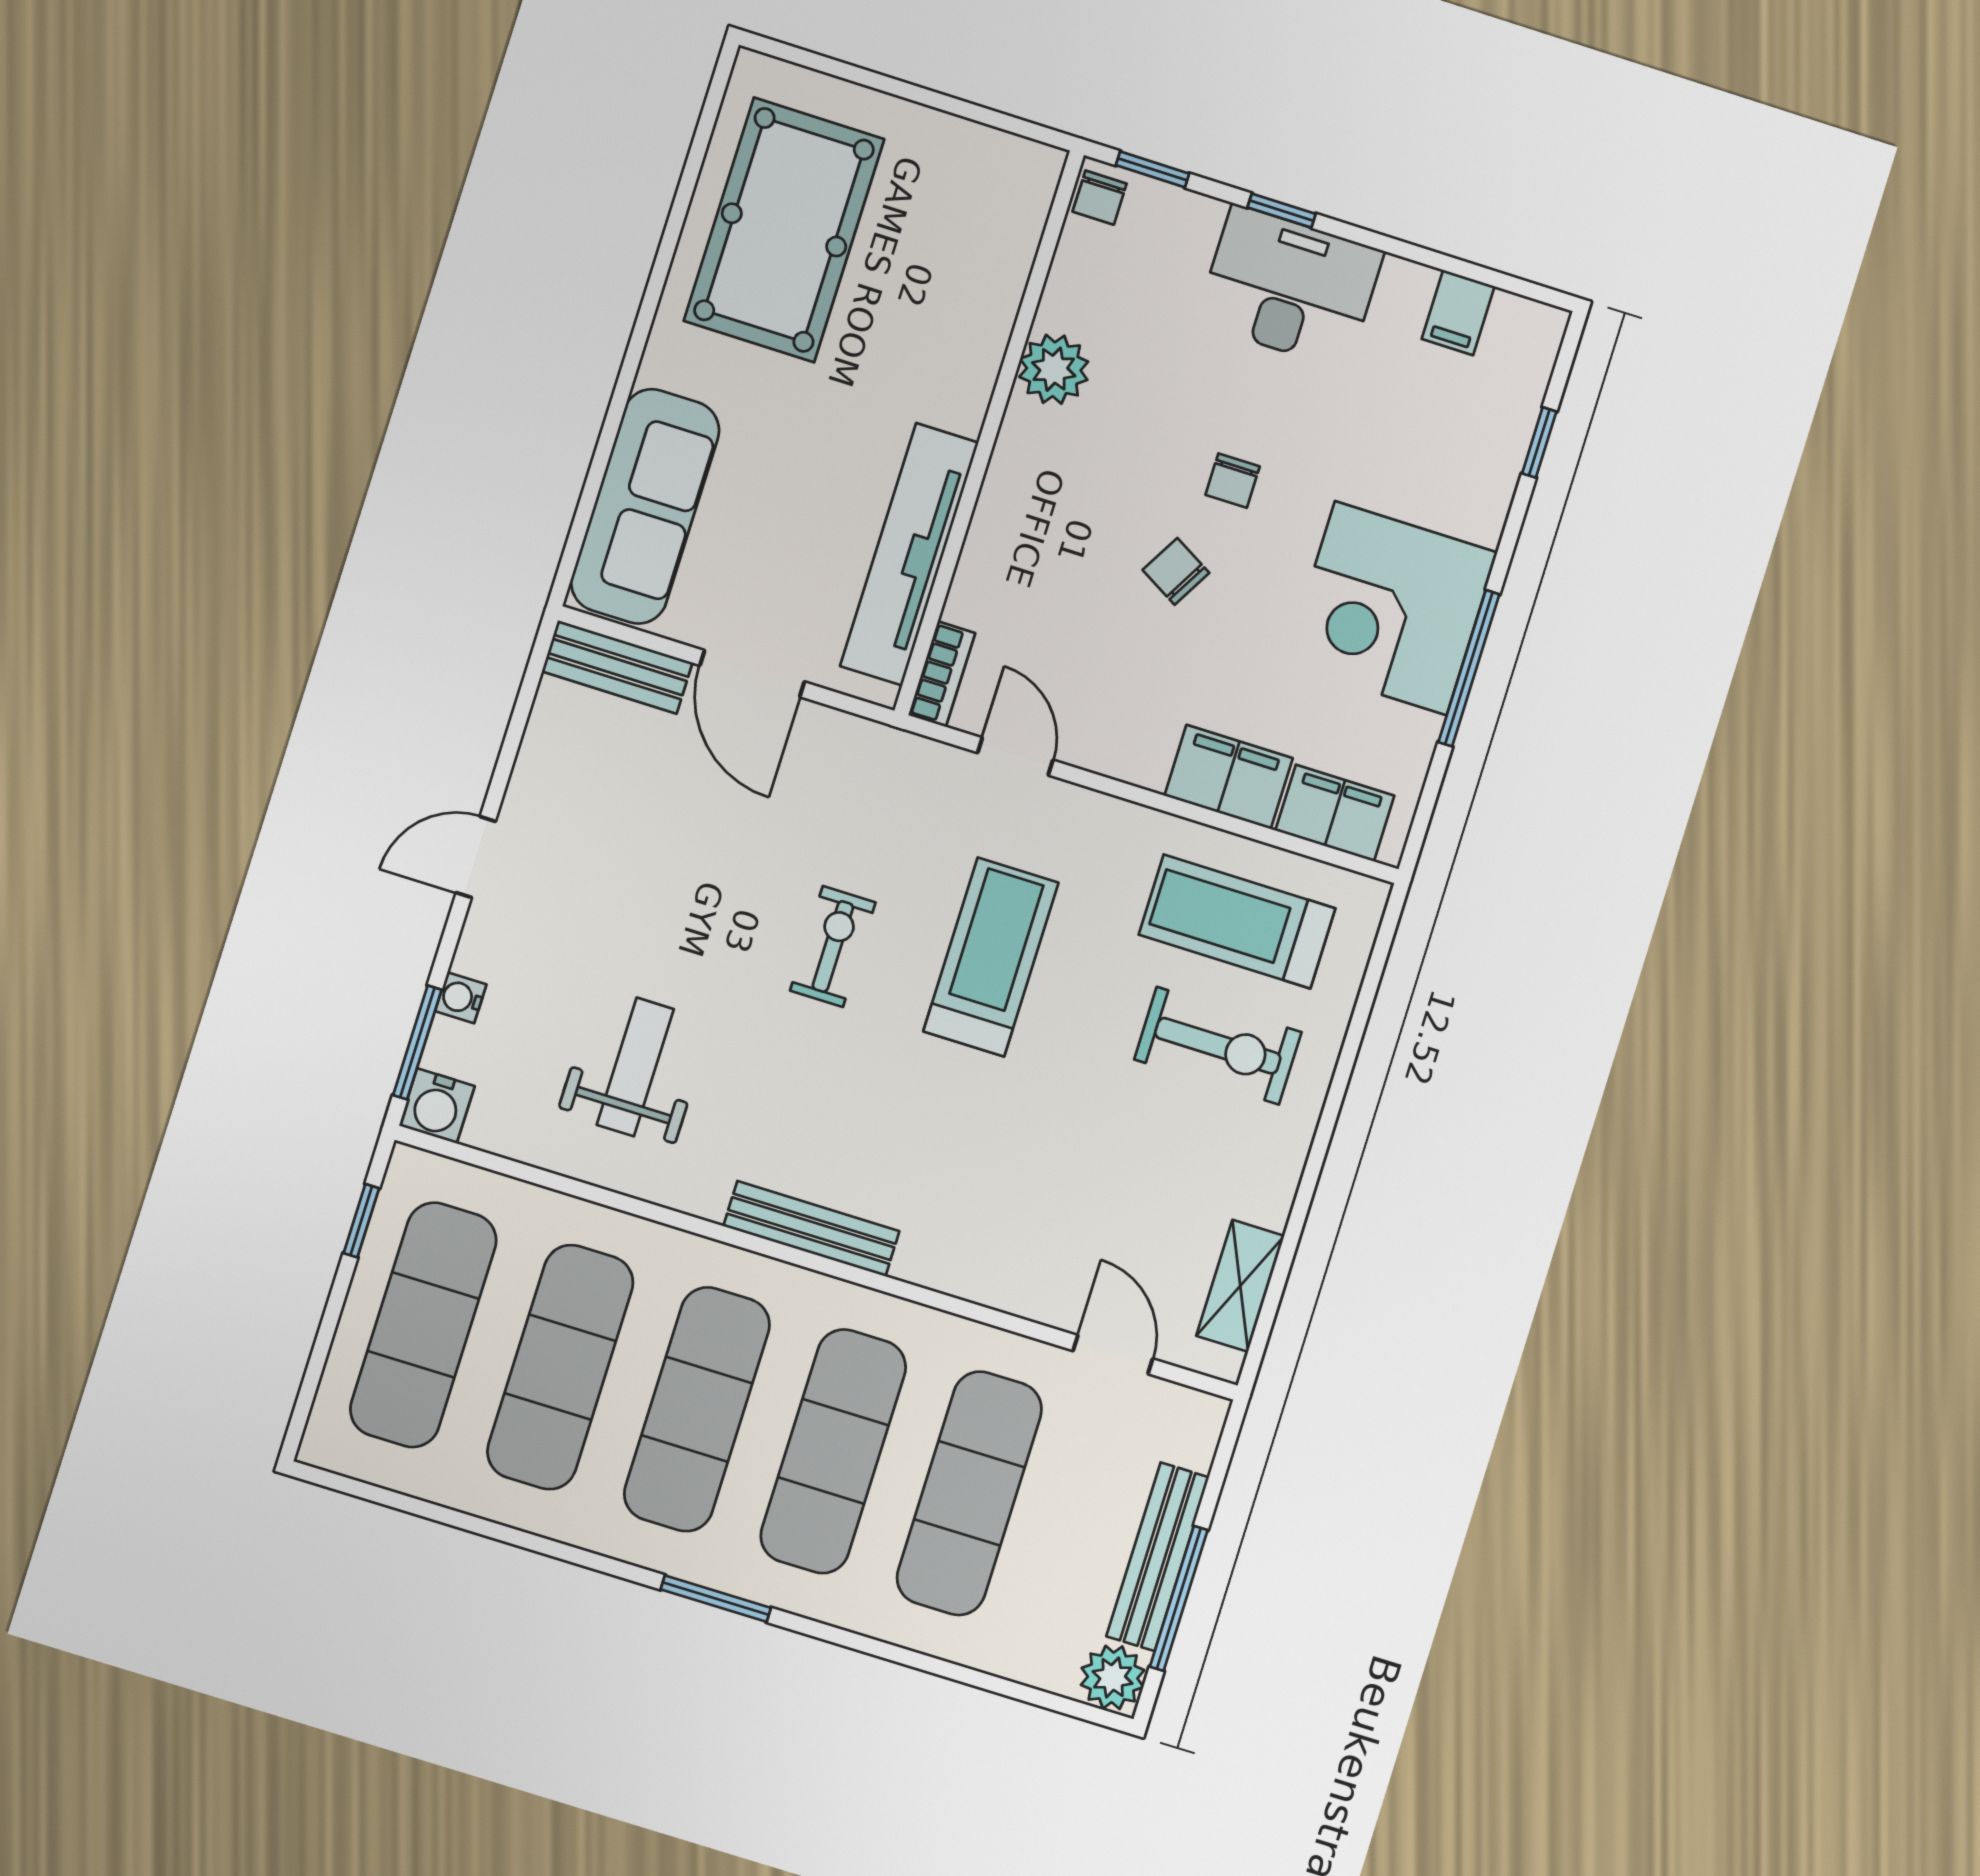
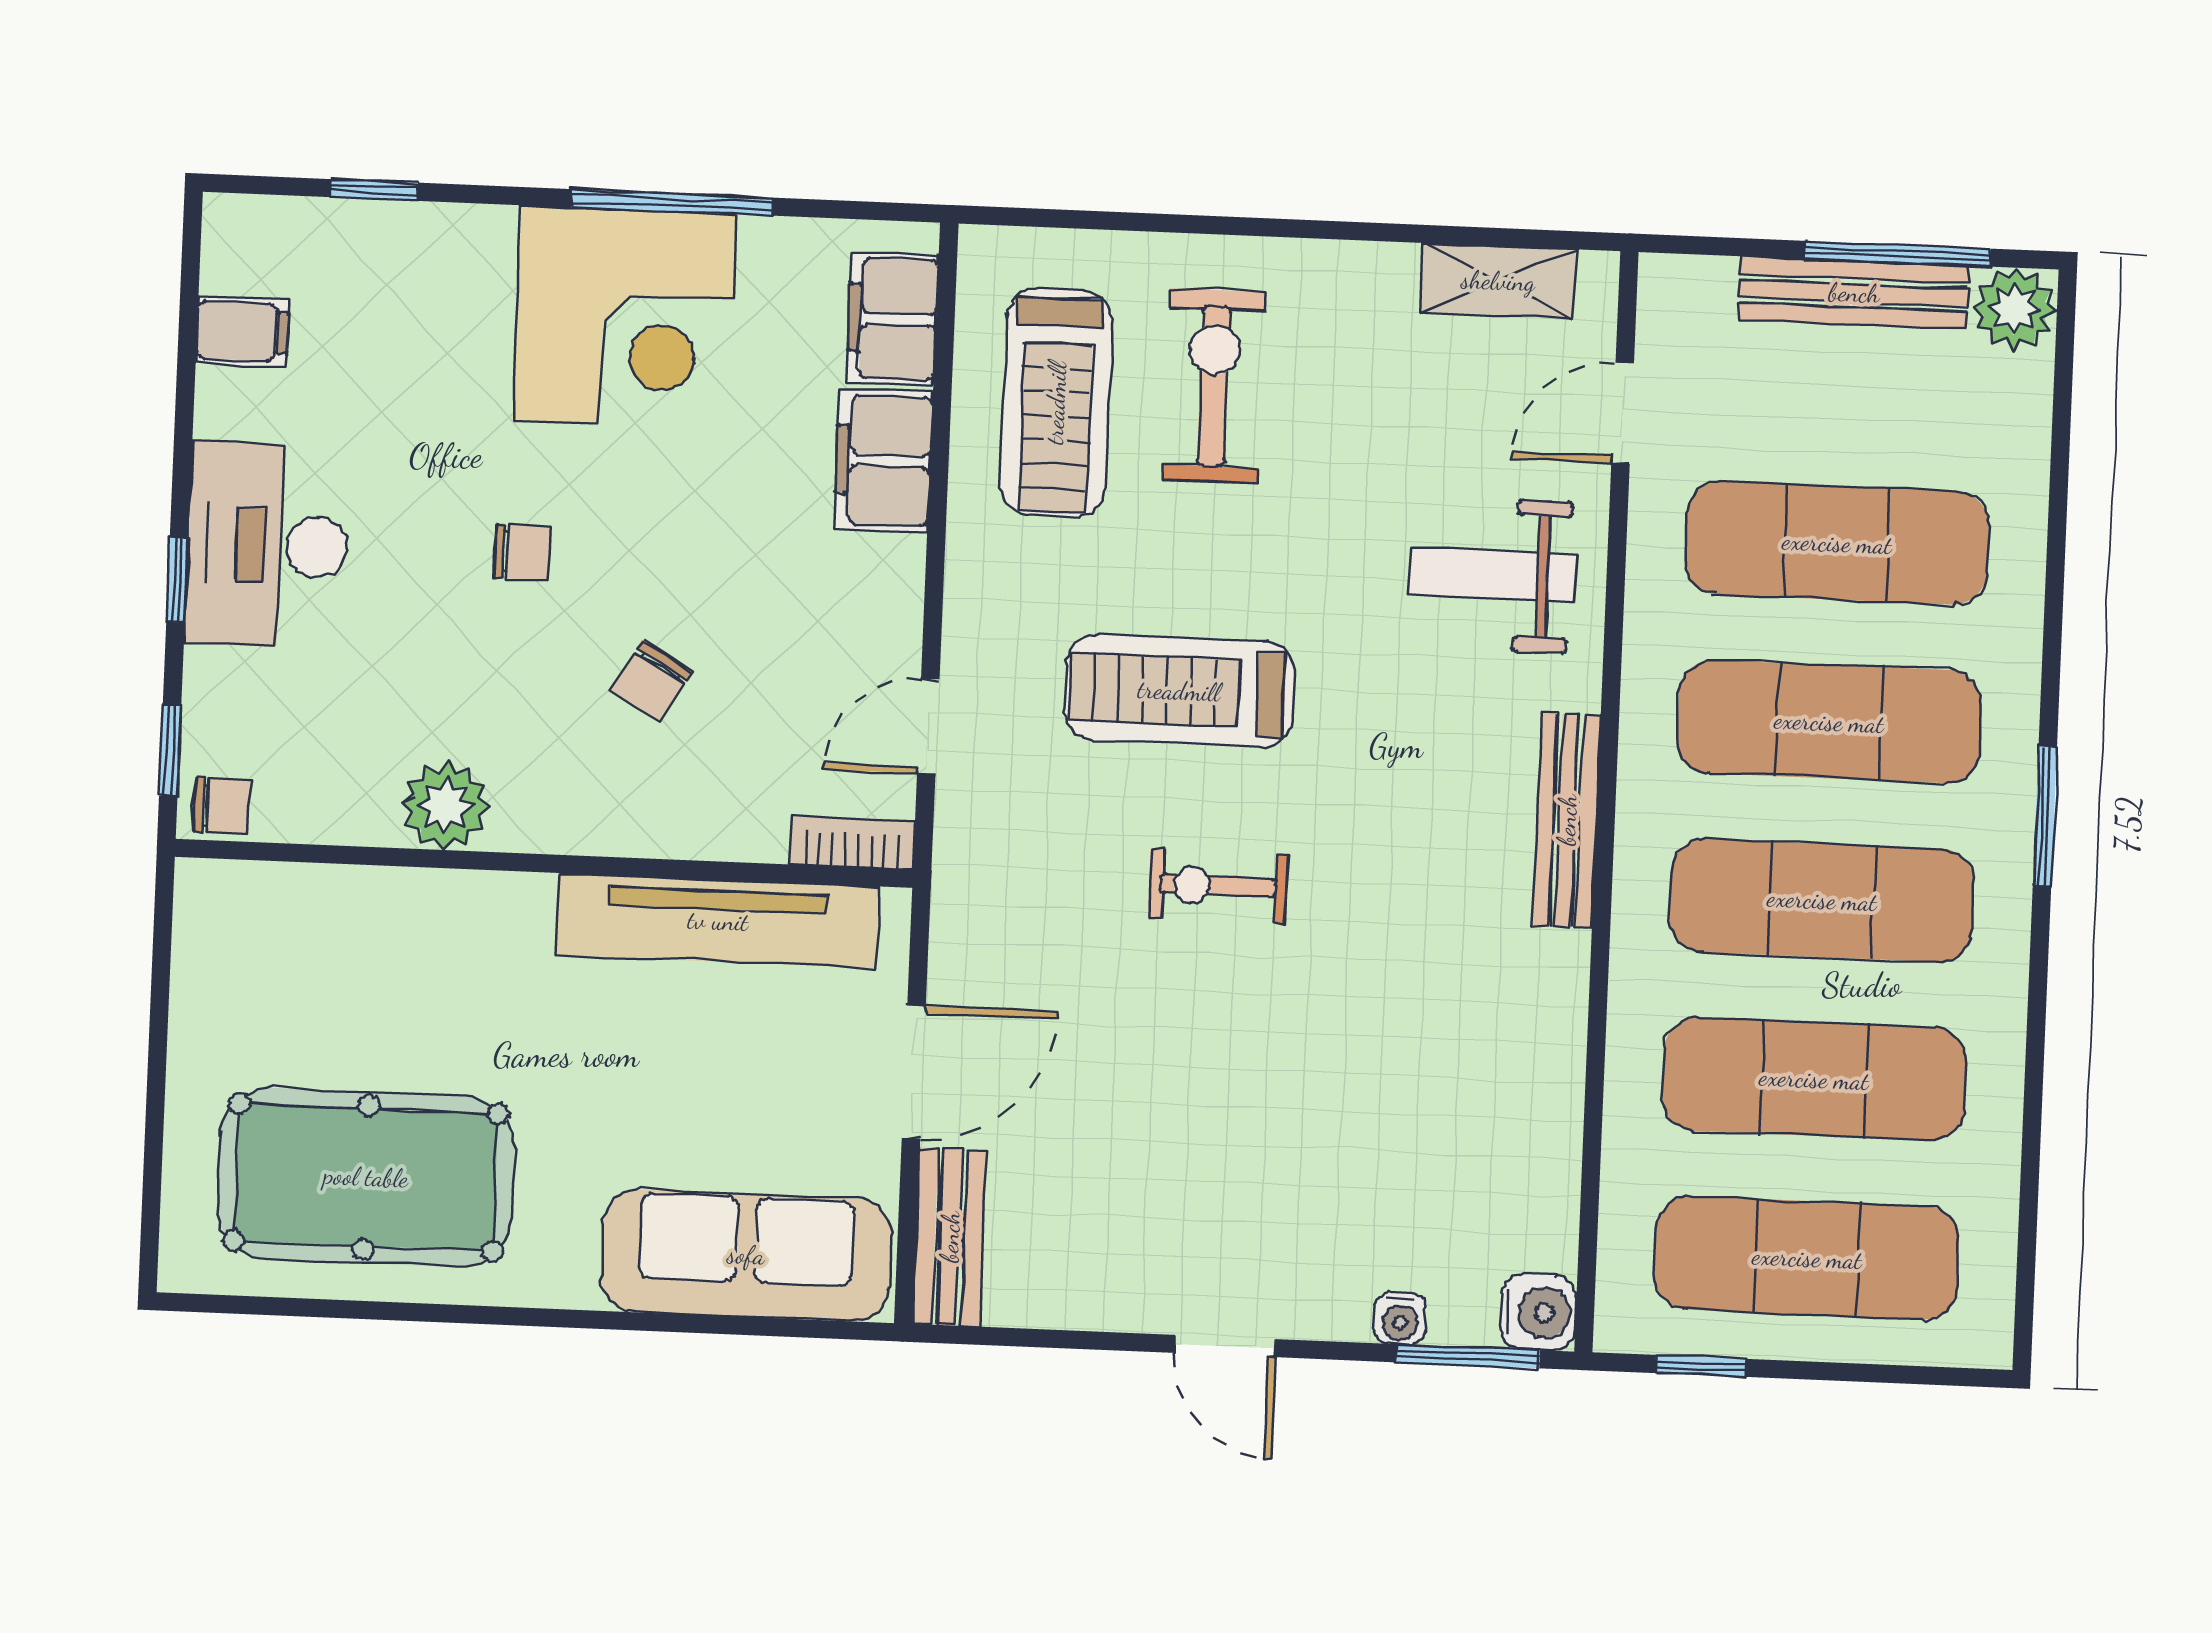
chair: (1176, 571) -> (651, 681), moved
weight bench: (635, 1067) -> (1493, 575), moved

